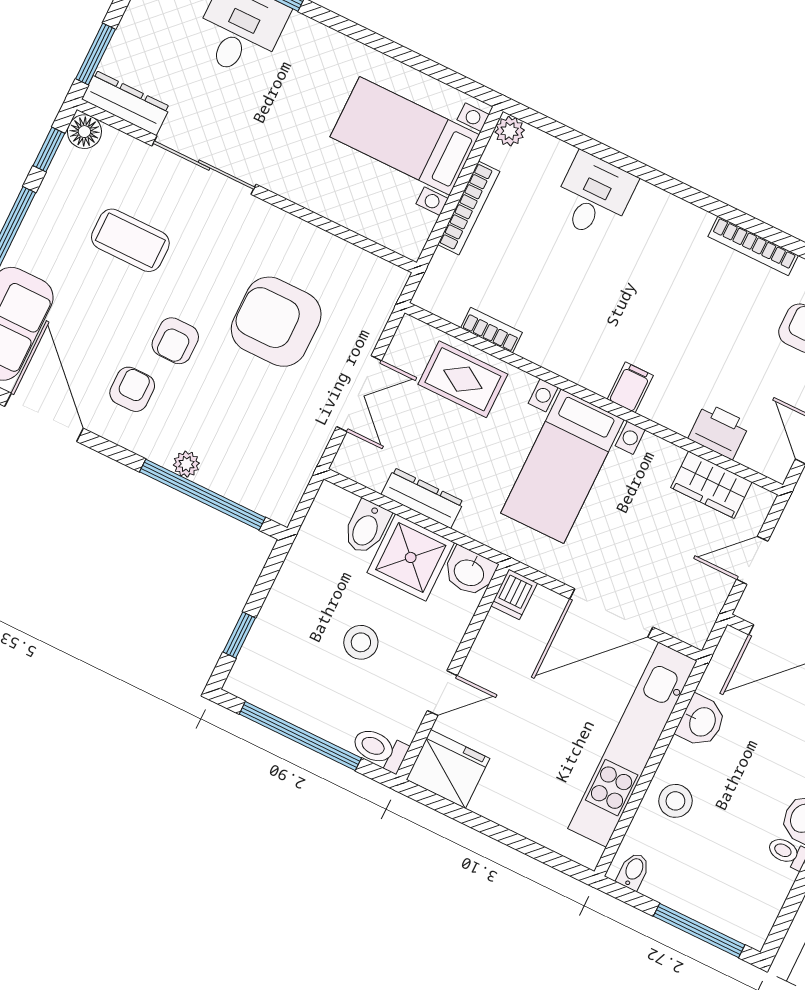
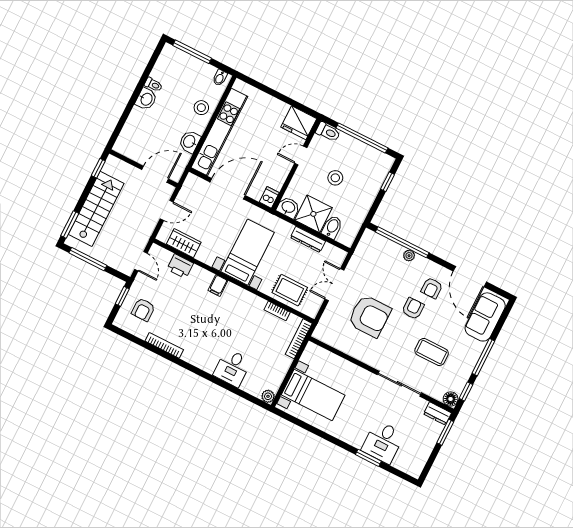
dresser: (126, 103) -> (437, 413), width x0.70
bookcase: (469, 208) -> (299, 339), moved

